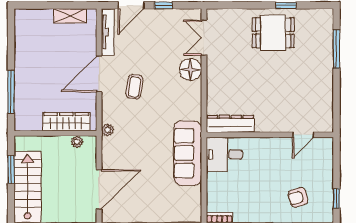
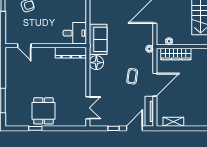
dining table: (273, 33) -> (44, 111), turned 90
floor lamp: (190, 70) -> (96, 63), moved
door: (303, 135) -> (24, 46), swing flipped
sofa: (188, 153) -> (98, 39), width x0.73

